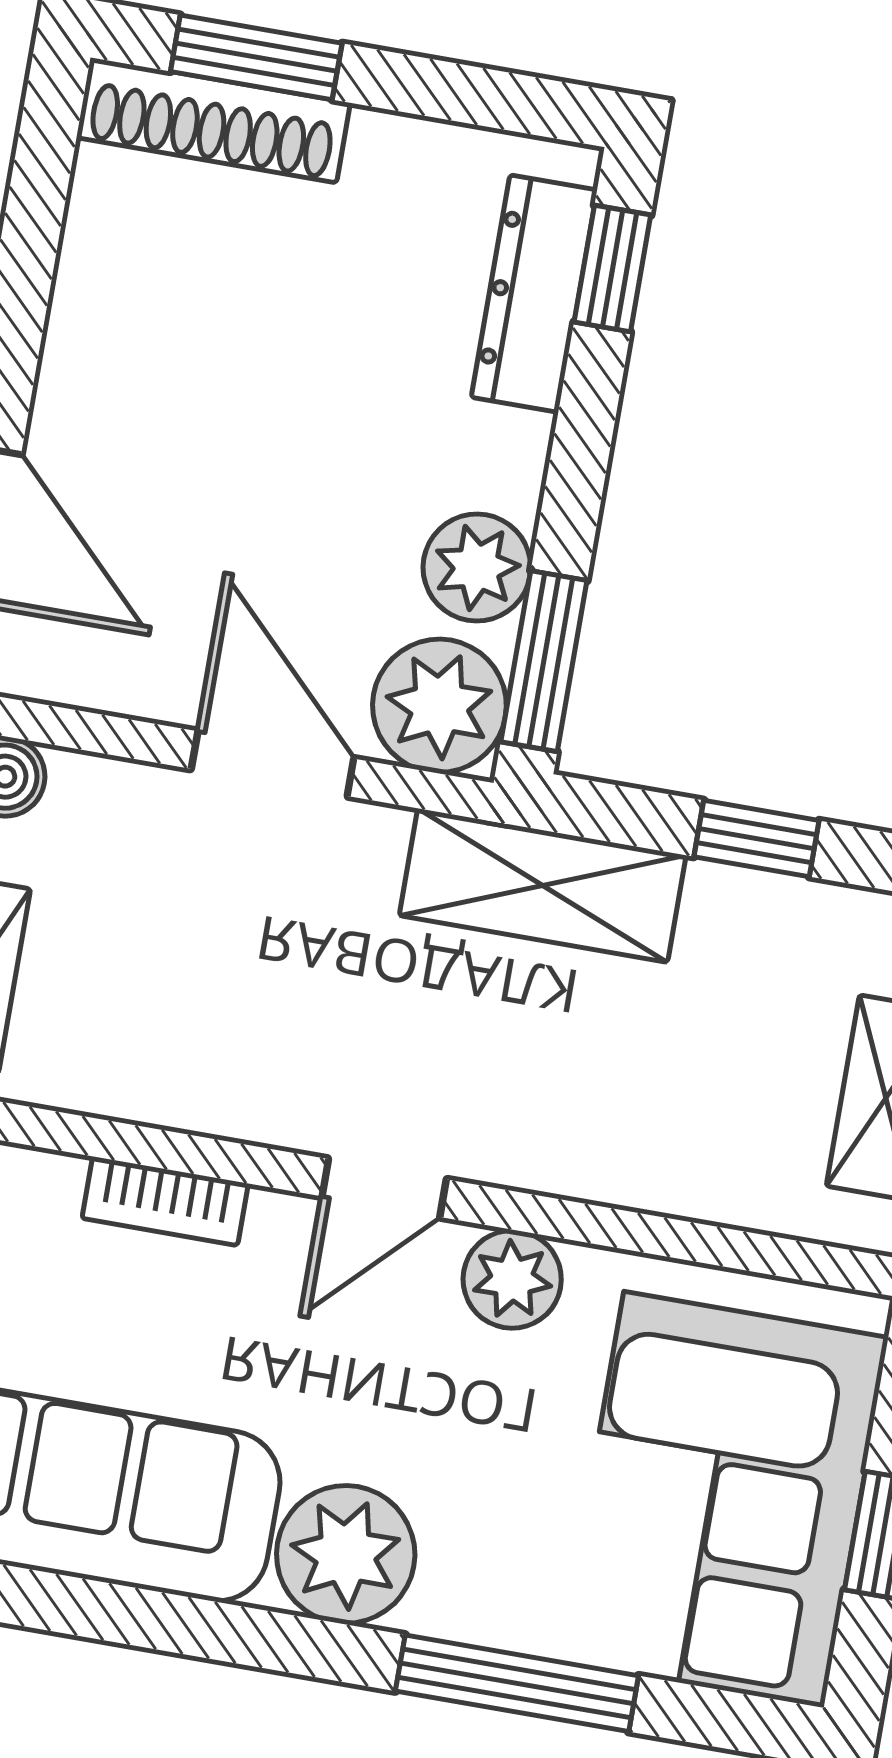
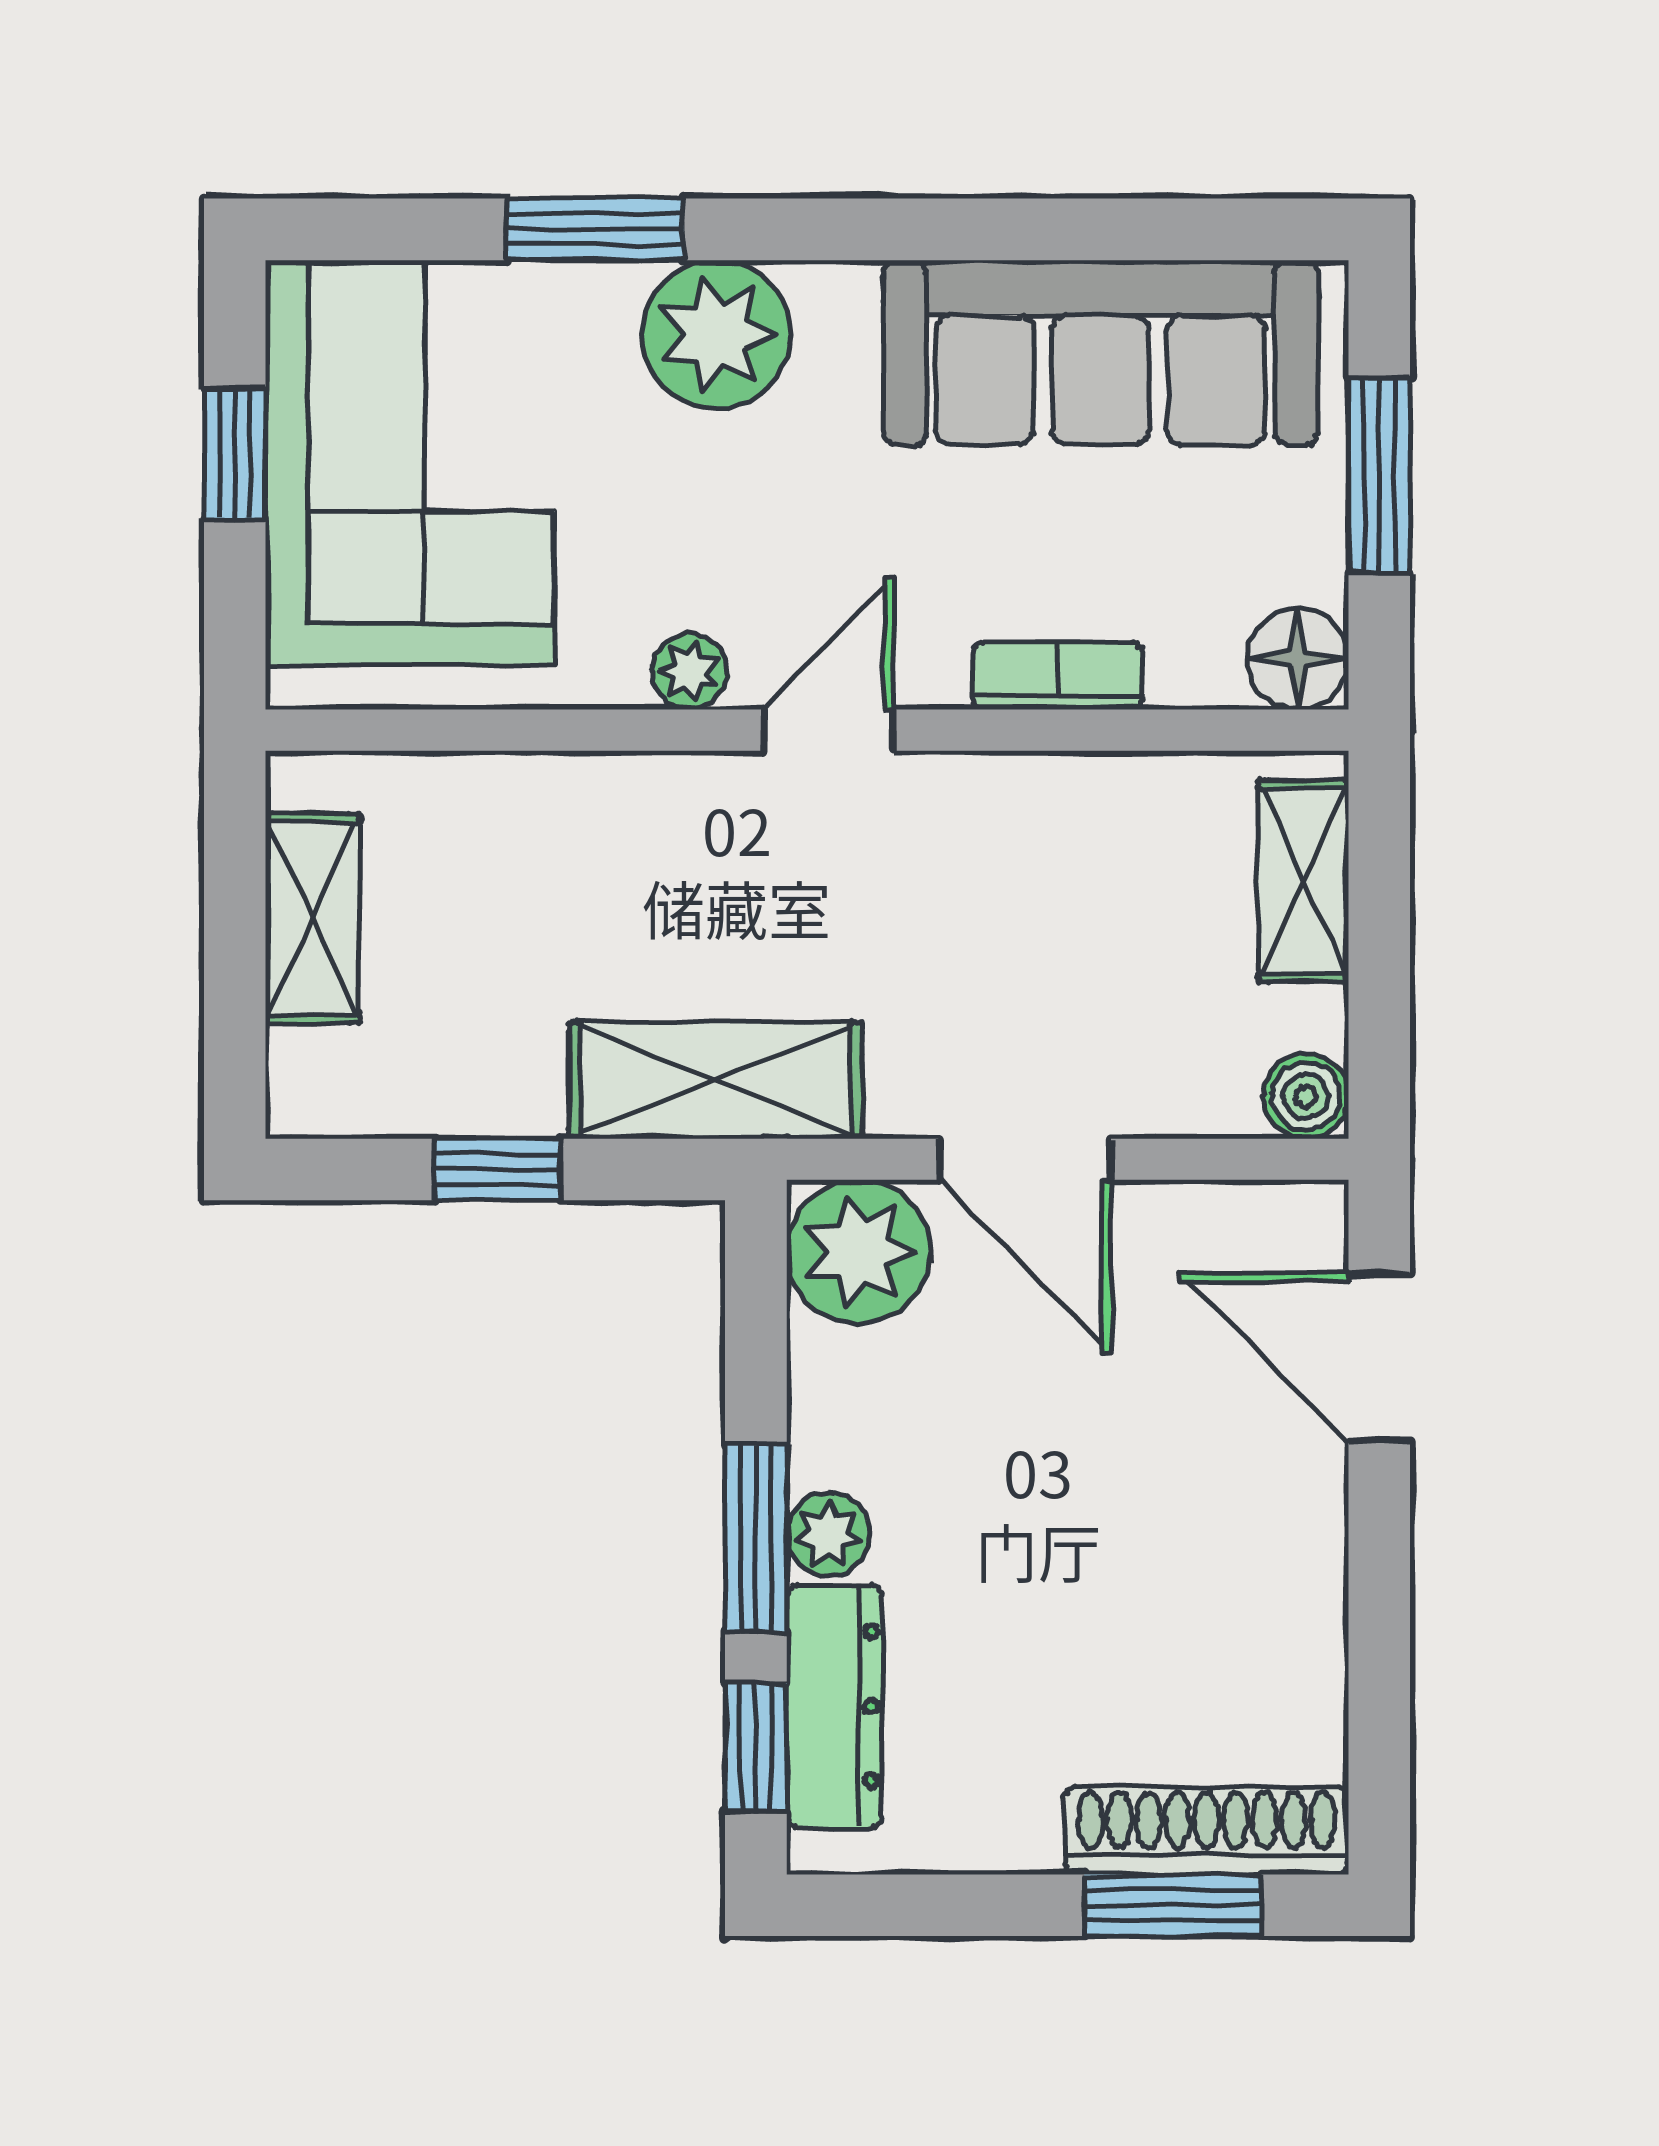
plant: (477, 568) -> (829, 1534), moved, width x0.73, depth x0.73
window: (544, 661) -> (756, 1538), moved
plant: (512, 1279) -> (690, 671), width x0.73, depth x0.73
plant: (346, 1554) -> (716, 334), moved
window: (517, 1683) -> (595, 229), width x0.69

